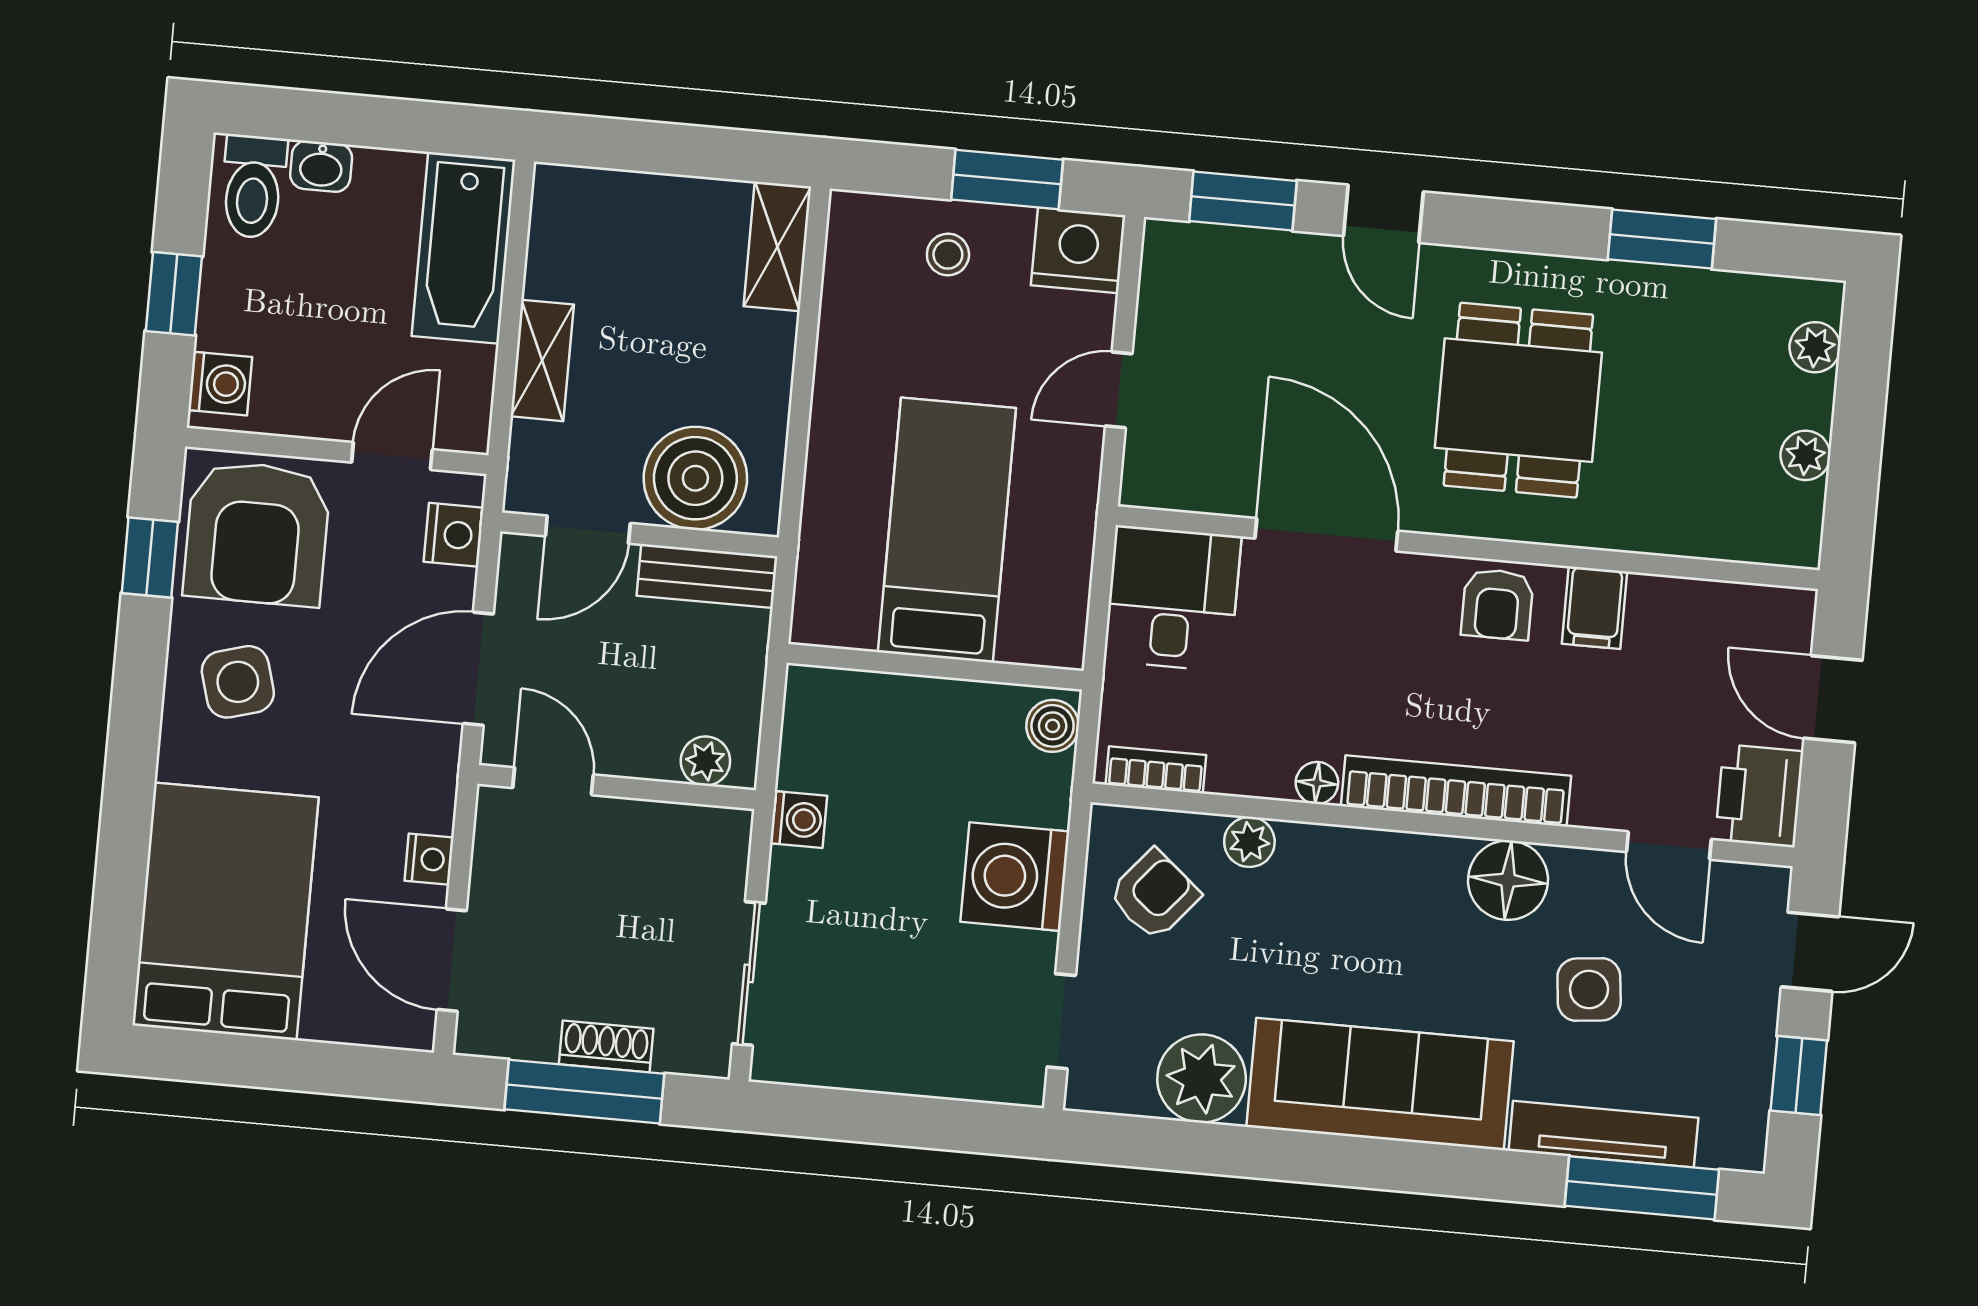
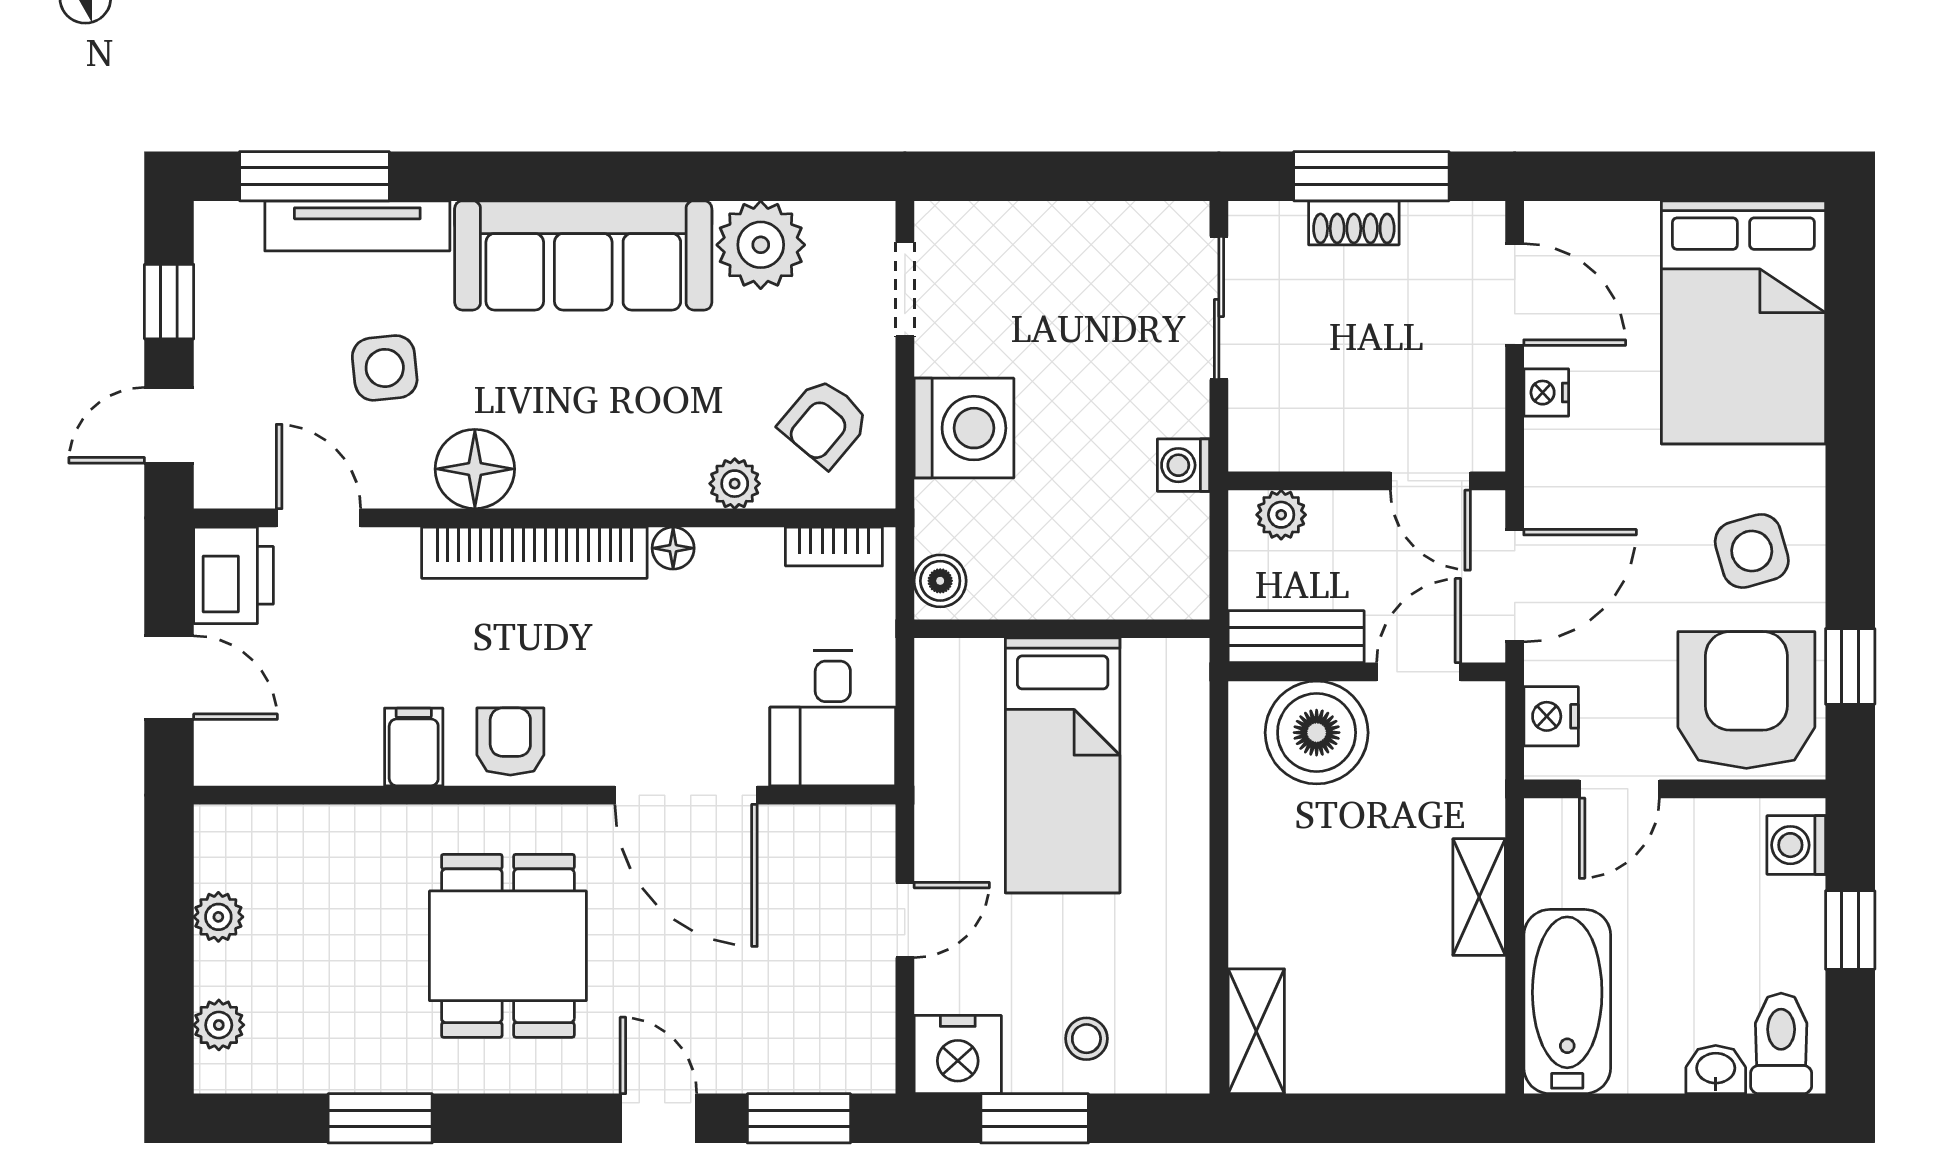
boiler: (695, 478) -> (1317, 733), moved
door: (588, 530) -> (1419, 672), moved
wall: (640, 534) -> (1367, 672), moved
bench: (707, 576) -> (1296, 637), moved

